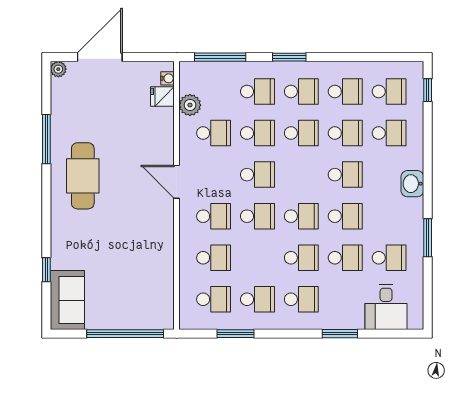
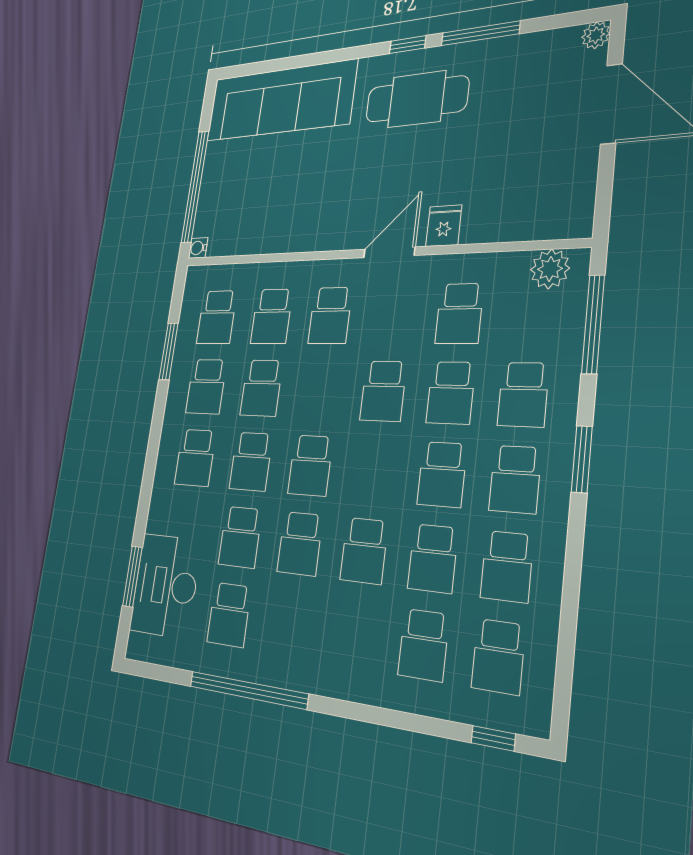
water cooler: (168, 78) -> (198, 248), moved, turned 90
fridge: (162, 97) -> (444, 226), moved
plant: (190, 105) -> (550, 269), moved
washbasin: (412, 184) -> (334, 677), removed
school desk: (257, 216) -> (261, 388), moved
window: (428, 238) -> (248, 690), width x2.11
window: (46, 270) -> (408, 45), moved
sofa: (67, 300) -> (280, 101), width x1.85, depth x1.27
desk: (386, 307) -> (165, 585), width x1.37
window: (340, 334) -> (132, 577), moved

